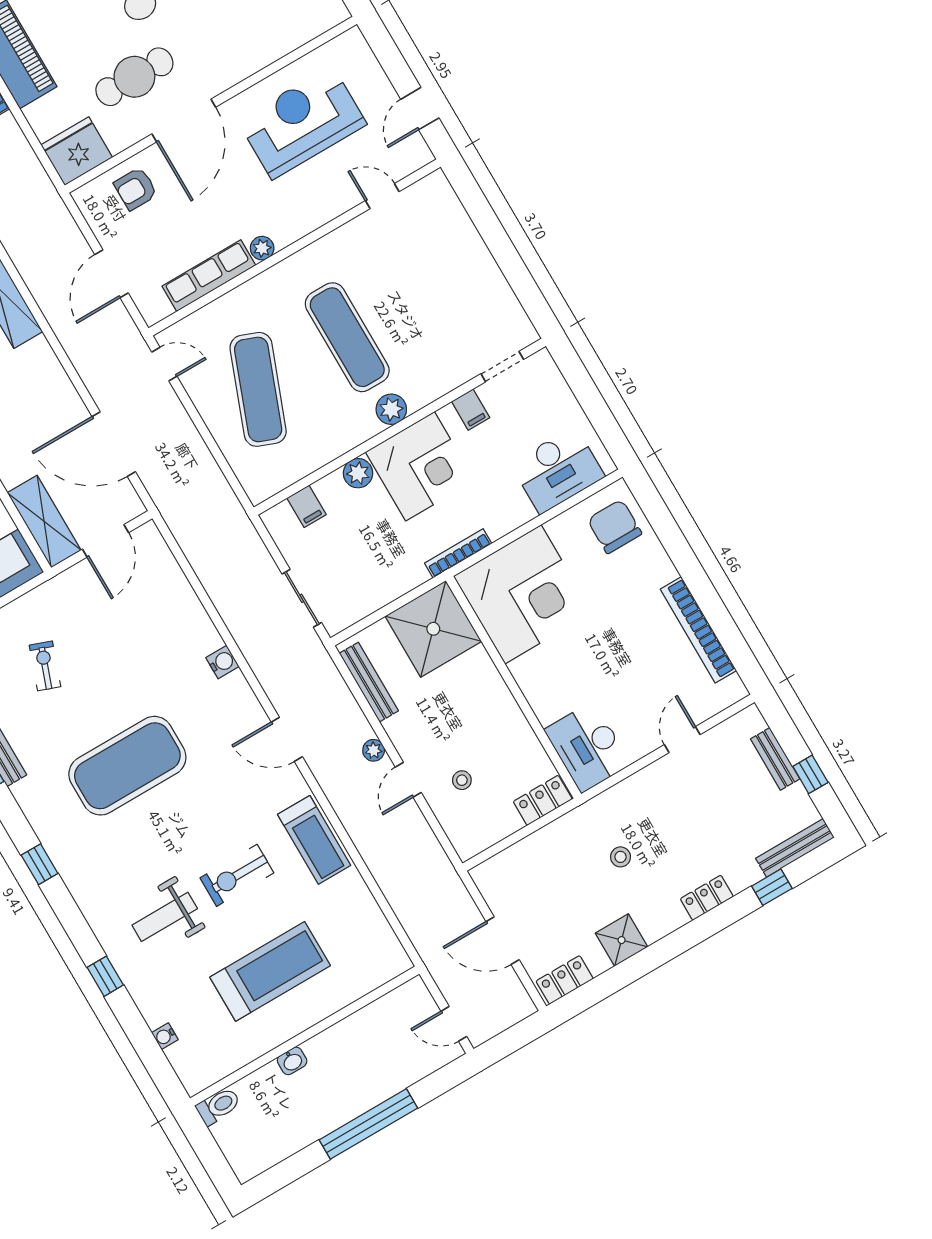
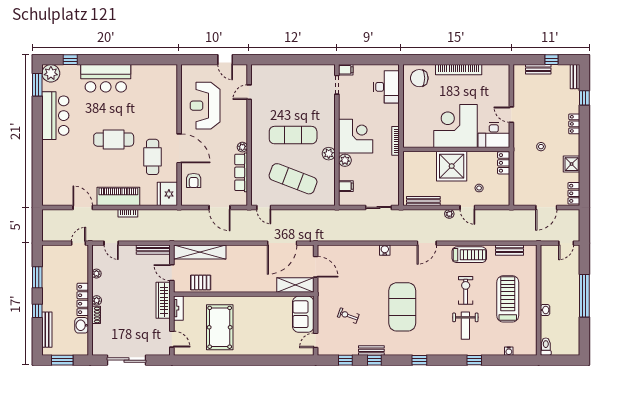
door: (164, 364) -> (264, 207), swing flipped
plant: (391, 409) -> (329, 154), moved
filing cabinet: (471, 410) -> (346, 70), moved
corner desk: (523, 594) -> (456, 126), moved, turned -90
shower: (433, 629) -> (452, 166), moved
bookcase: (698, 630) -> (459, 70), moved
door: (682, 740) -> (511, 115), moved
bench: (795, 848) -> (575, 77), width x0.73
exercise bike: (237, 875) -> (466, 290), turned 180
bench: (372, 917) -> (509, 250), added

